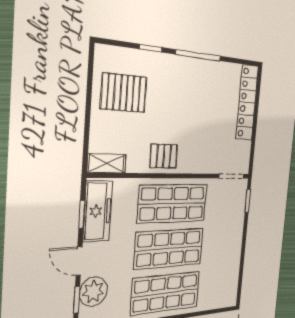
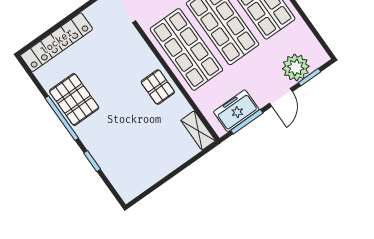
pallet: (124, 93) -> (74, 99), moved
freezer: (98, 211) -> (236, 111), width x0.71
window: (82, 214) -> (247, 122), width x1.50

